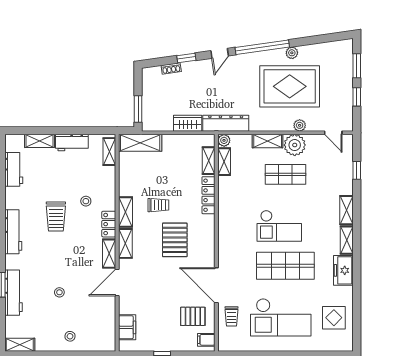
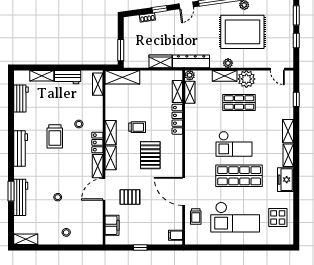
plant: (300, 125) -> (228, 63), moved
pallet: (193, 316) -> (130, 197), moved

